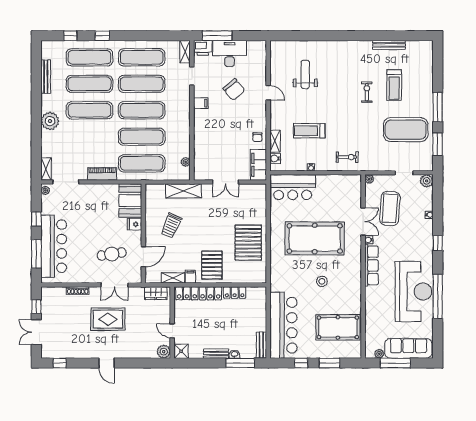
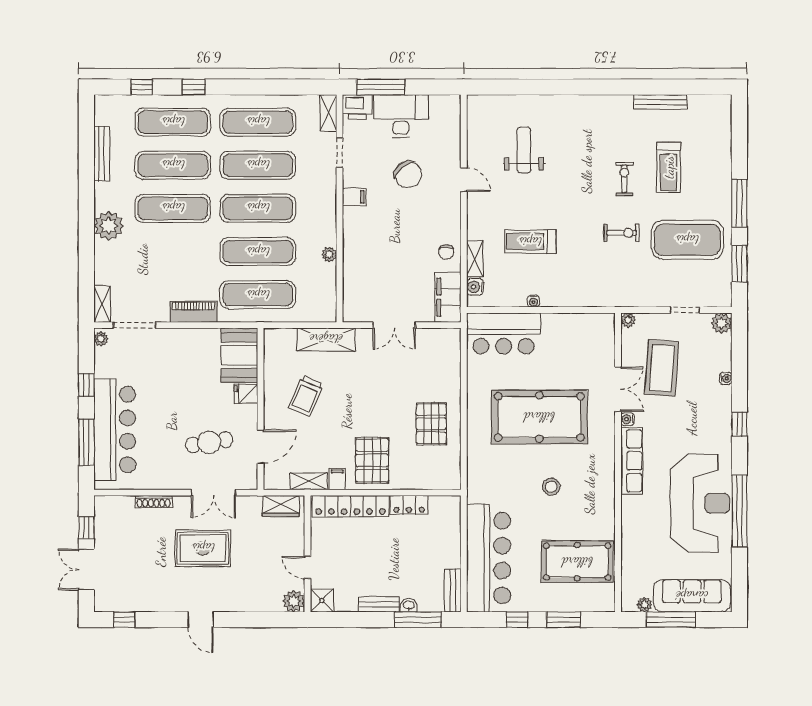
exercise bike: (347, 157) -> (622, 233), moved
plant: (186, 162) -> (329, 254), moved
pallet: (248, 243) -> (431, 424), width x0.73, depth x0.71

